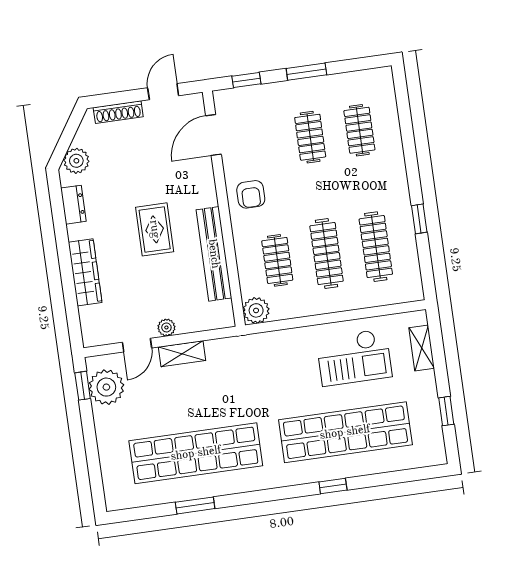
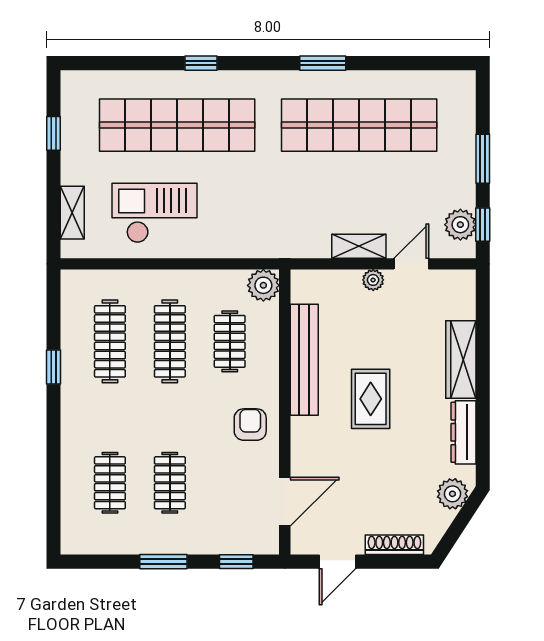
dresser: (73, 205) -> (463, 432), width x1.44
plant: (106, 387) -> (460, 225), width x0.73, depth x0.73
window: (90, 440) -> (483, 159), added
window: (195, 505) -> (323, 63), moved

